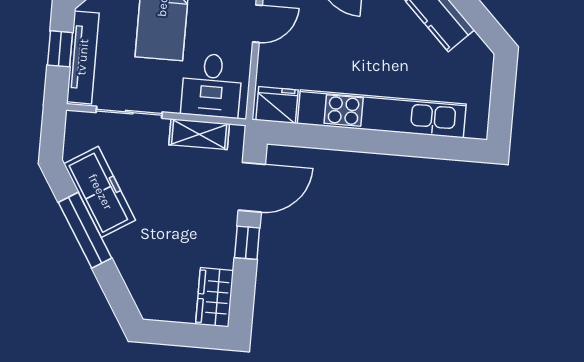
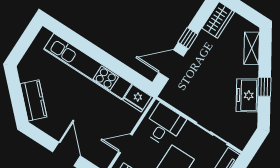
shelving: (199, 134) -> (252, 48), moved, turned 58
freezer: (100, 192) -> (247, 95), width x0.71
window: (85, 230) -> (264, 87), width x0.46

